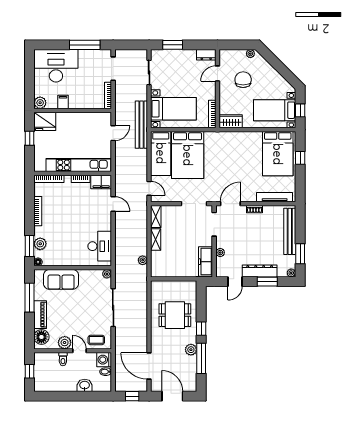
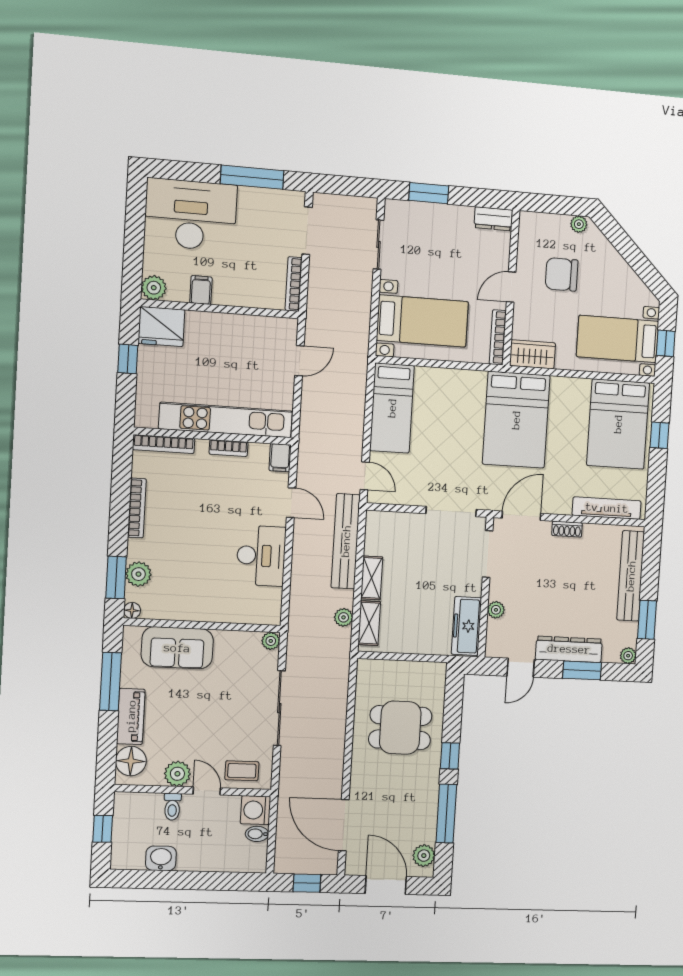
door: (218, 74) -> (511, 287), moved
chair: (243, 80) -> (562, 274), turned -90
bench: (141, 125) -> (346, 541), moved
bed: (188, 155) -> (516, 420), moved
filing cabinet: (101, 182) -> (280, 458), width x0.50
shelving: (156, 217) -> (369, 623), moved
desk: (100, 246) -> (261, 556), moved
plant: (191, 350) -> (424, 856), moved
washbasin: (85, 385) -> (161, 858), moved

